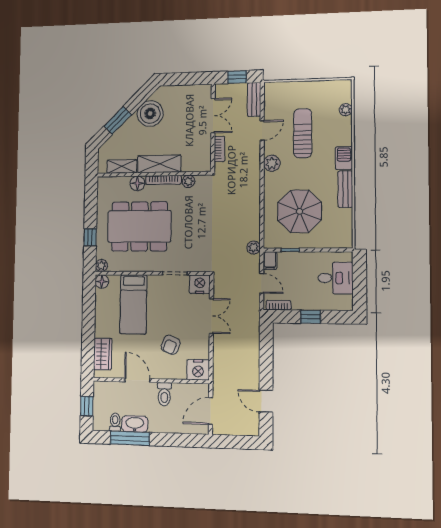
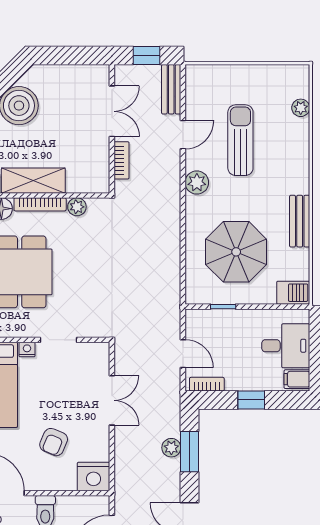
barbecue: (344, 158) -> (293, 293), moved, turned 90
plant: (254, 247) -> (171, 448), moved
filing cabinet: (270, 261) -> (297, 379), moved, turned 90
nightstand: (200, 284) -> (27, 350), moved, width x0.53, depth x0.56
window: (266, 353) -> (190, 452), added

